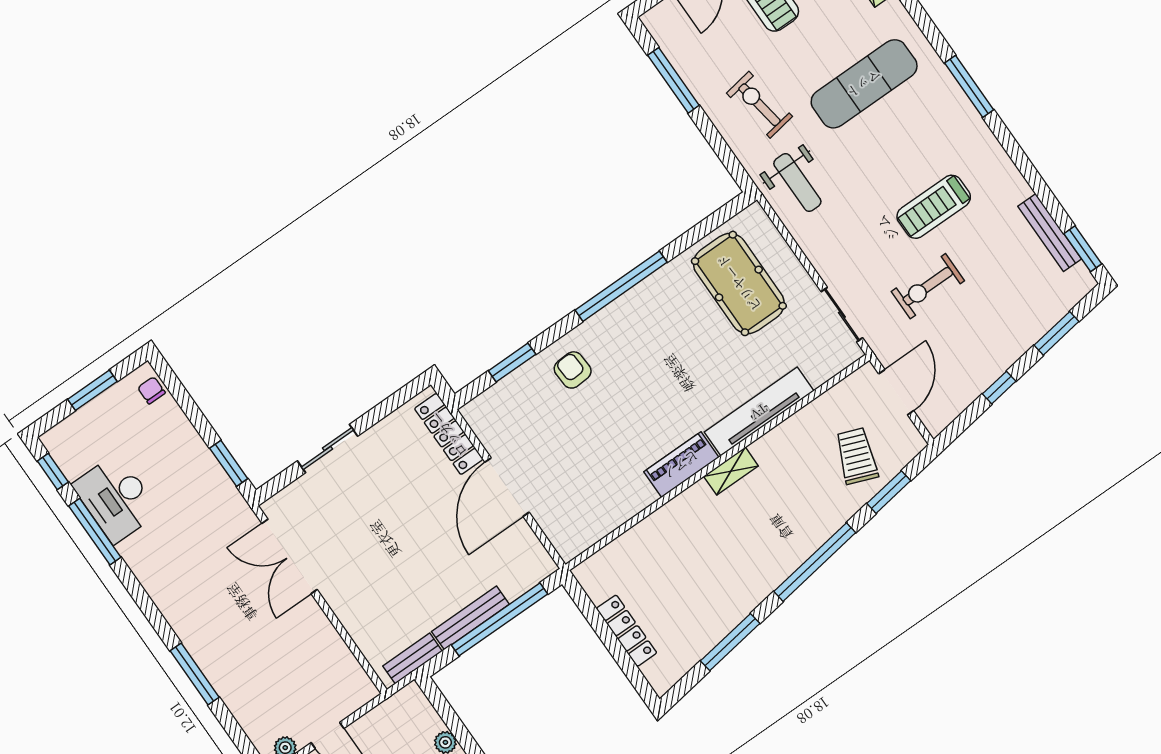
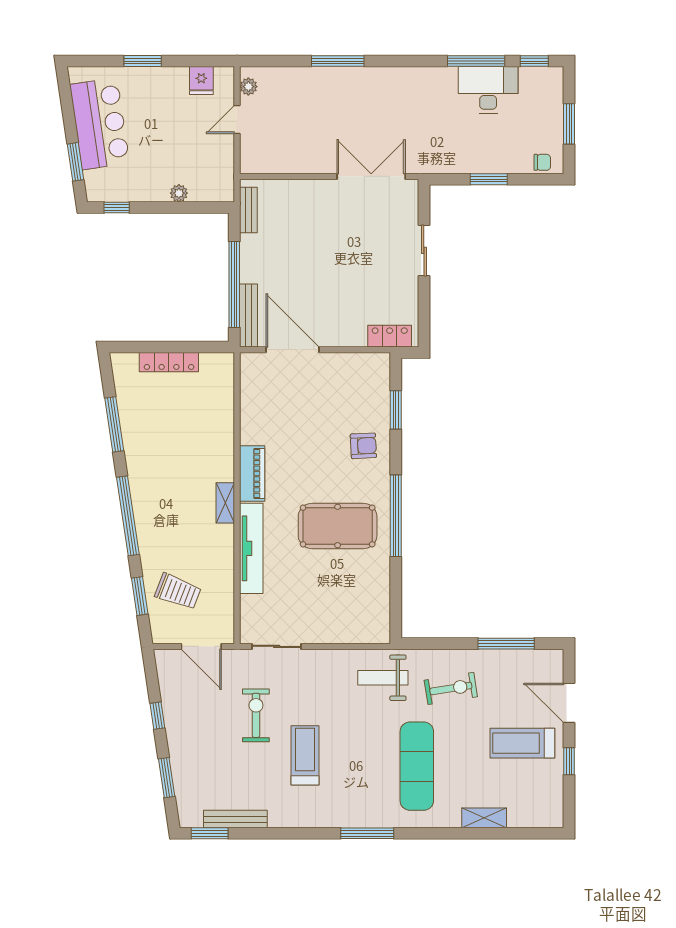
pool table: (739, 283) -> (338, 526), moved
locker: (449, 434) -> (390, 336), width x0.66
window: (229, 463) -> (489, 179), moved
door: (507, 487) -> (293, 350), moved
bench: (470, 618) -> (249, 316), moved

